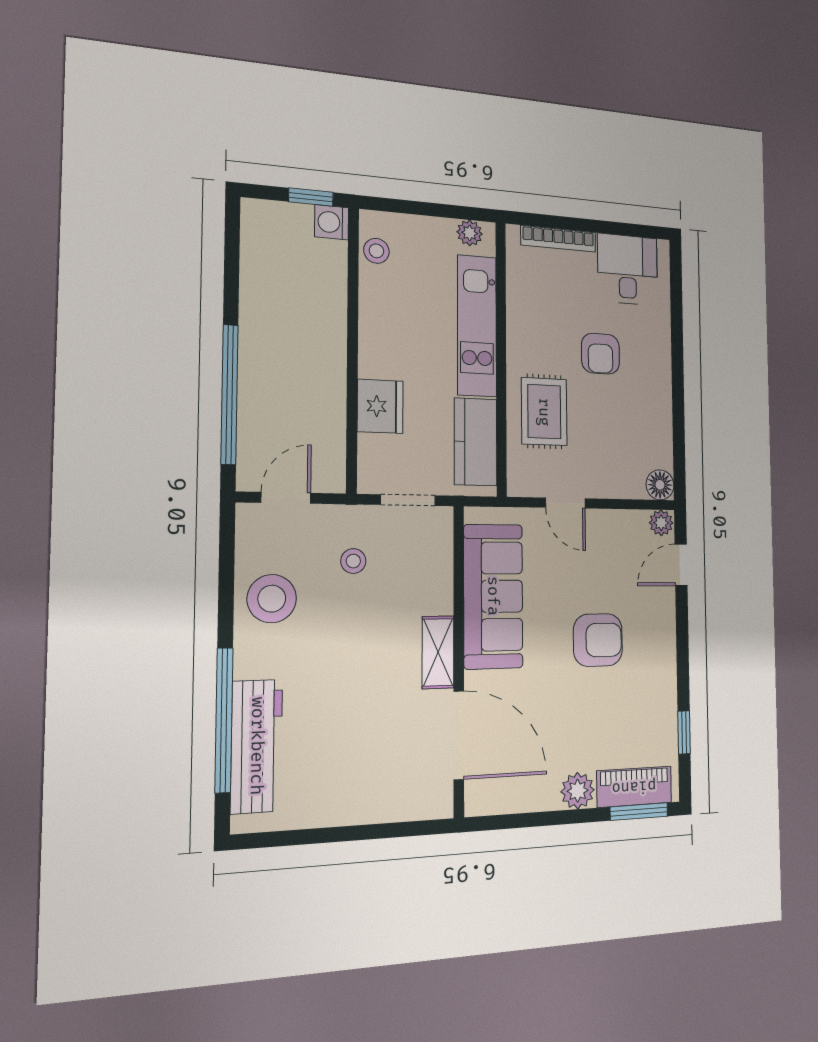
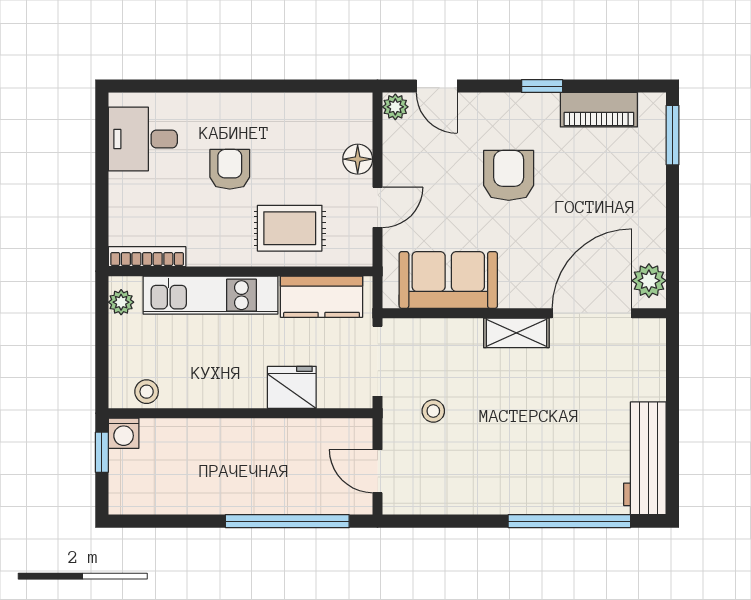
bookcase: (558, 239) -> (147, 257), moved, turned -90
armchair: (600, 354) -> (230, 169), turned -90
floor lamp: (660, 485) -> (358, 159), moved
doorway: (408, 500) -> (378, 361), width x1.38
sofa: (493, 596) -> (448, 280), width x0.73
stool: (272, 599) -> (466, 482), removed
window: (684, 732) -> (542, 86), moved
workbench: (257, 746) -> (645, 458), moved, turned -90
piano: (634, 787) -> (599, 110), moved, turned -90
plant: (578, 791) -> (649, 281), moved

